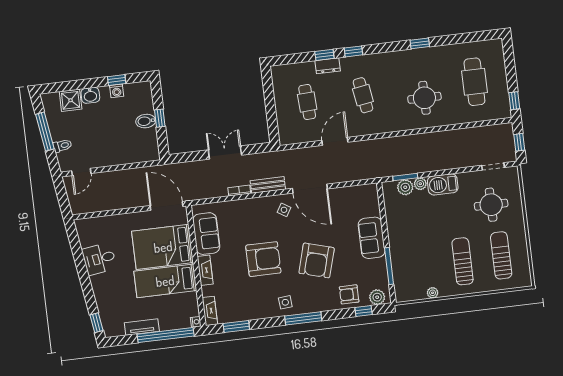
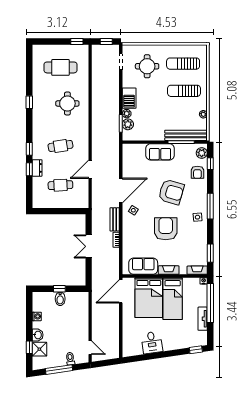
window: (117, 80) -> (29, 347), moved
door: (335, 141) -> (90, 169), hinge flipped
bench: (400, 272) -> (186, 135), added

